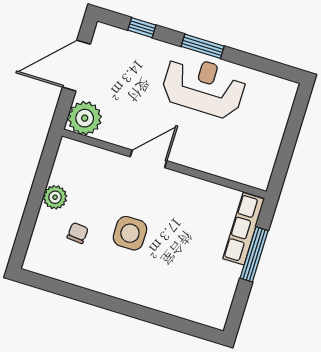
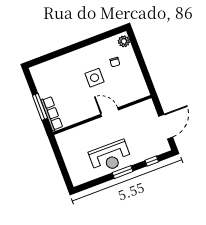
plant: (85, 118) -> (147, 109), removed
door: (148, 159) -> (110, 112), swing flipped
plant: (55, 197) -> (124, 41), moved

